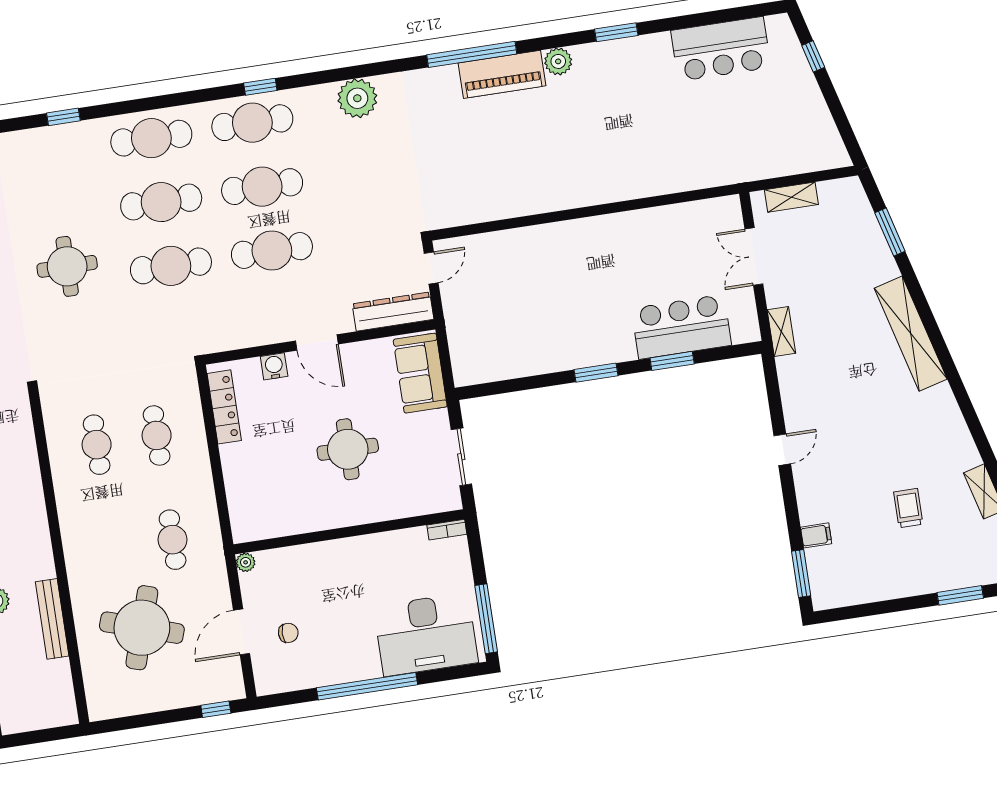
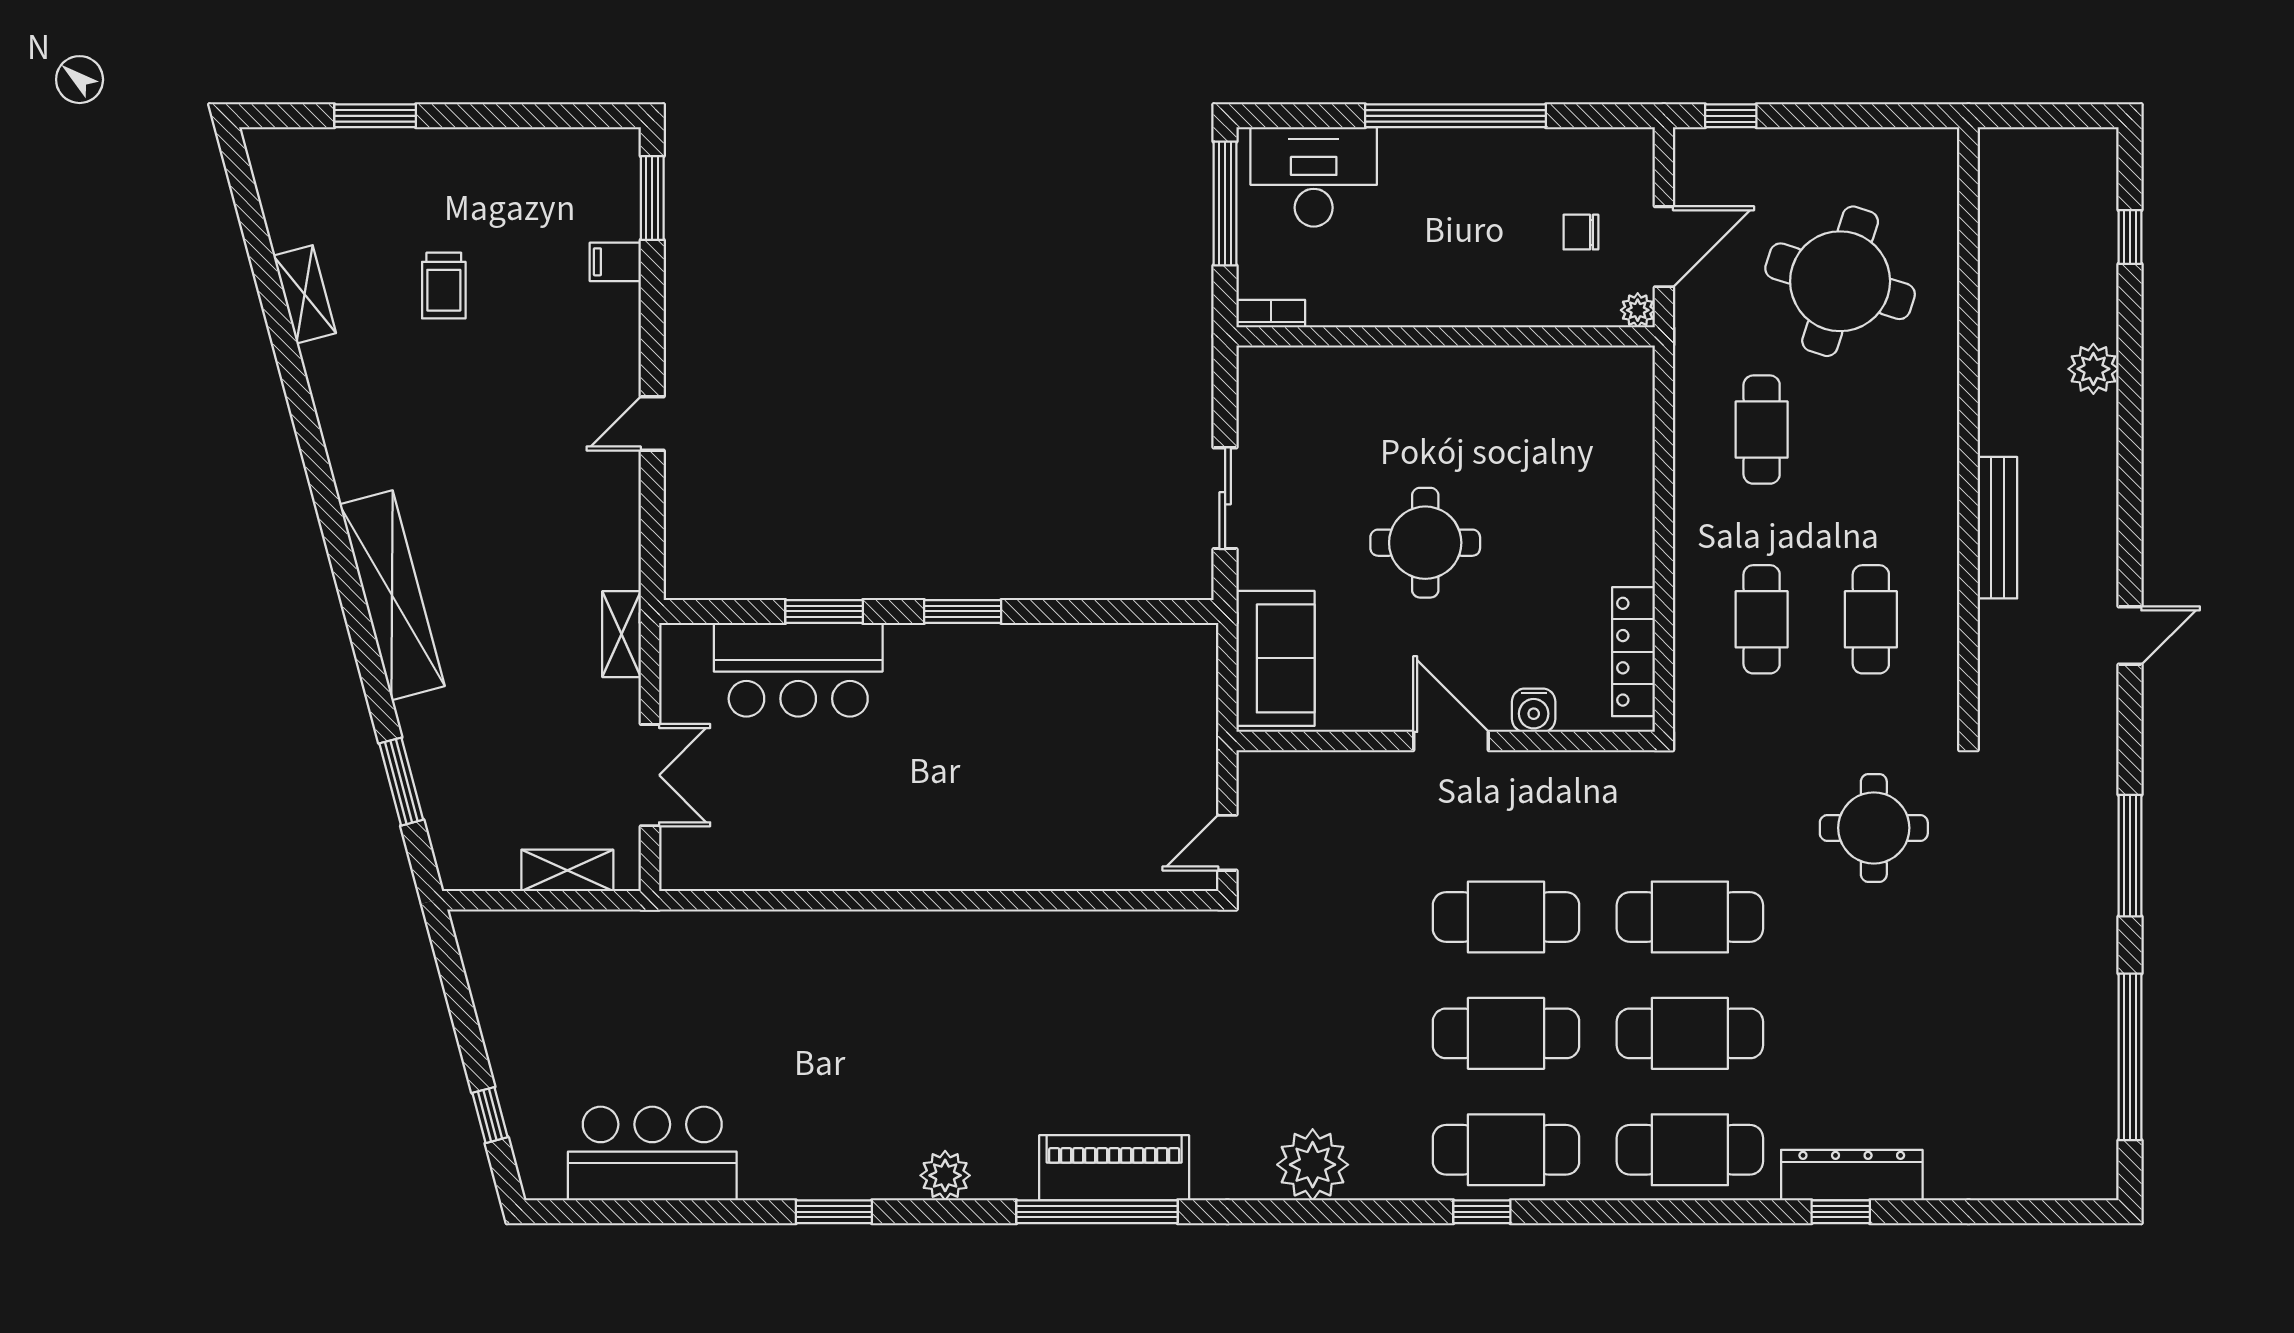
piano: (502, 74) -> (1114, 1168), moved
round table: (67, 266) -> (1874, 828), moved
dresser: (393, 312) -> (1852, 1175), moved, turned 180
bookcase: (447, 530) -> (1271, 314), moved
wall: (349, 532) -> (1446, 336), moved
plant: (246, 562) -> (1638, 310), moved
bench: (52, 619) -> (1997, 528), moved
desk: (426, 635) -> (1314, 177), width x0.73, depth x0.77

